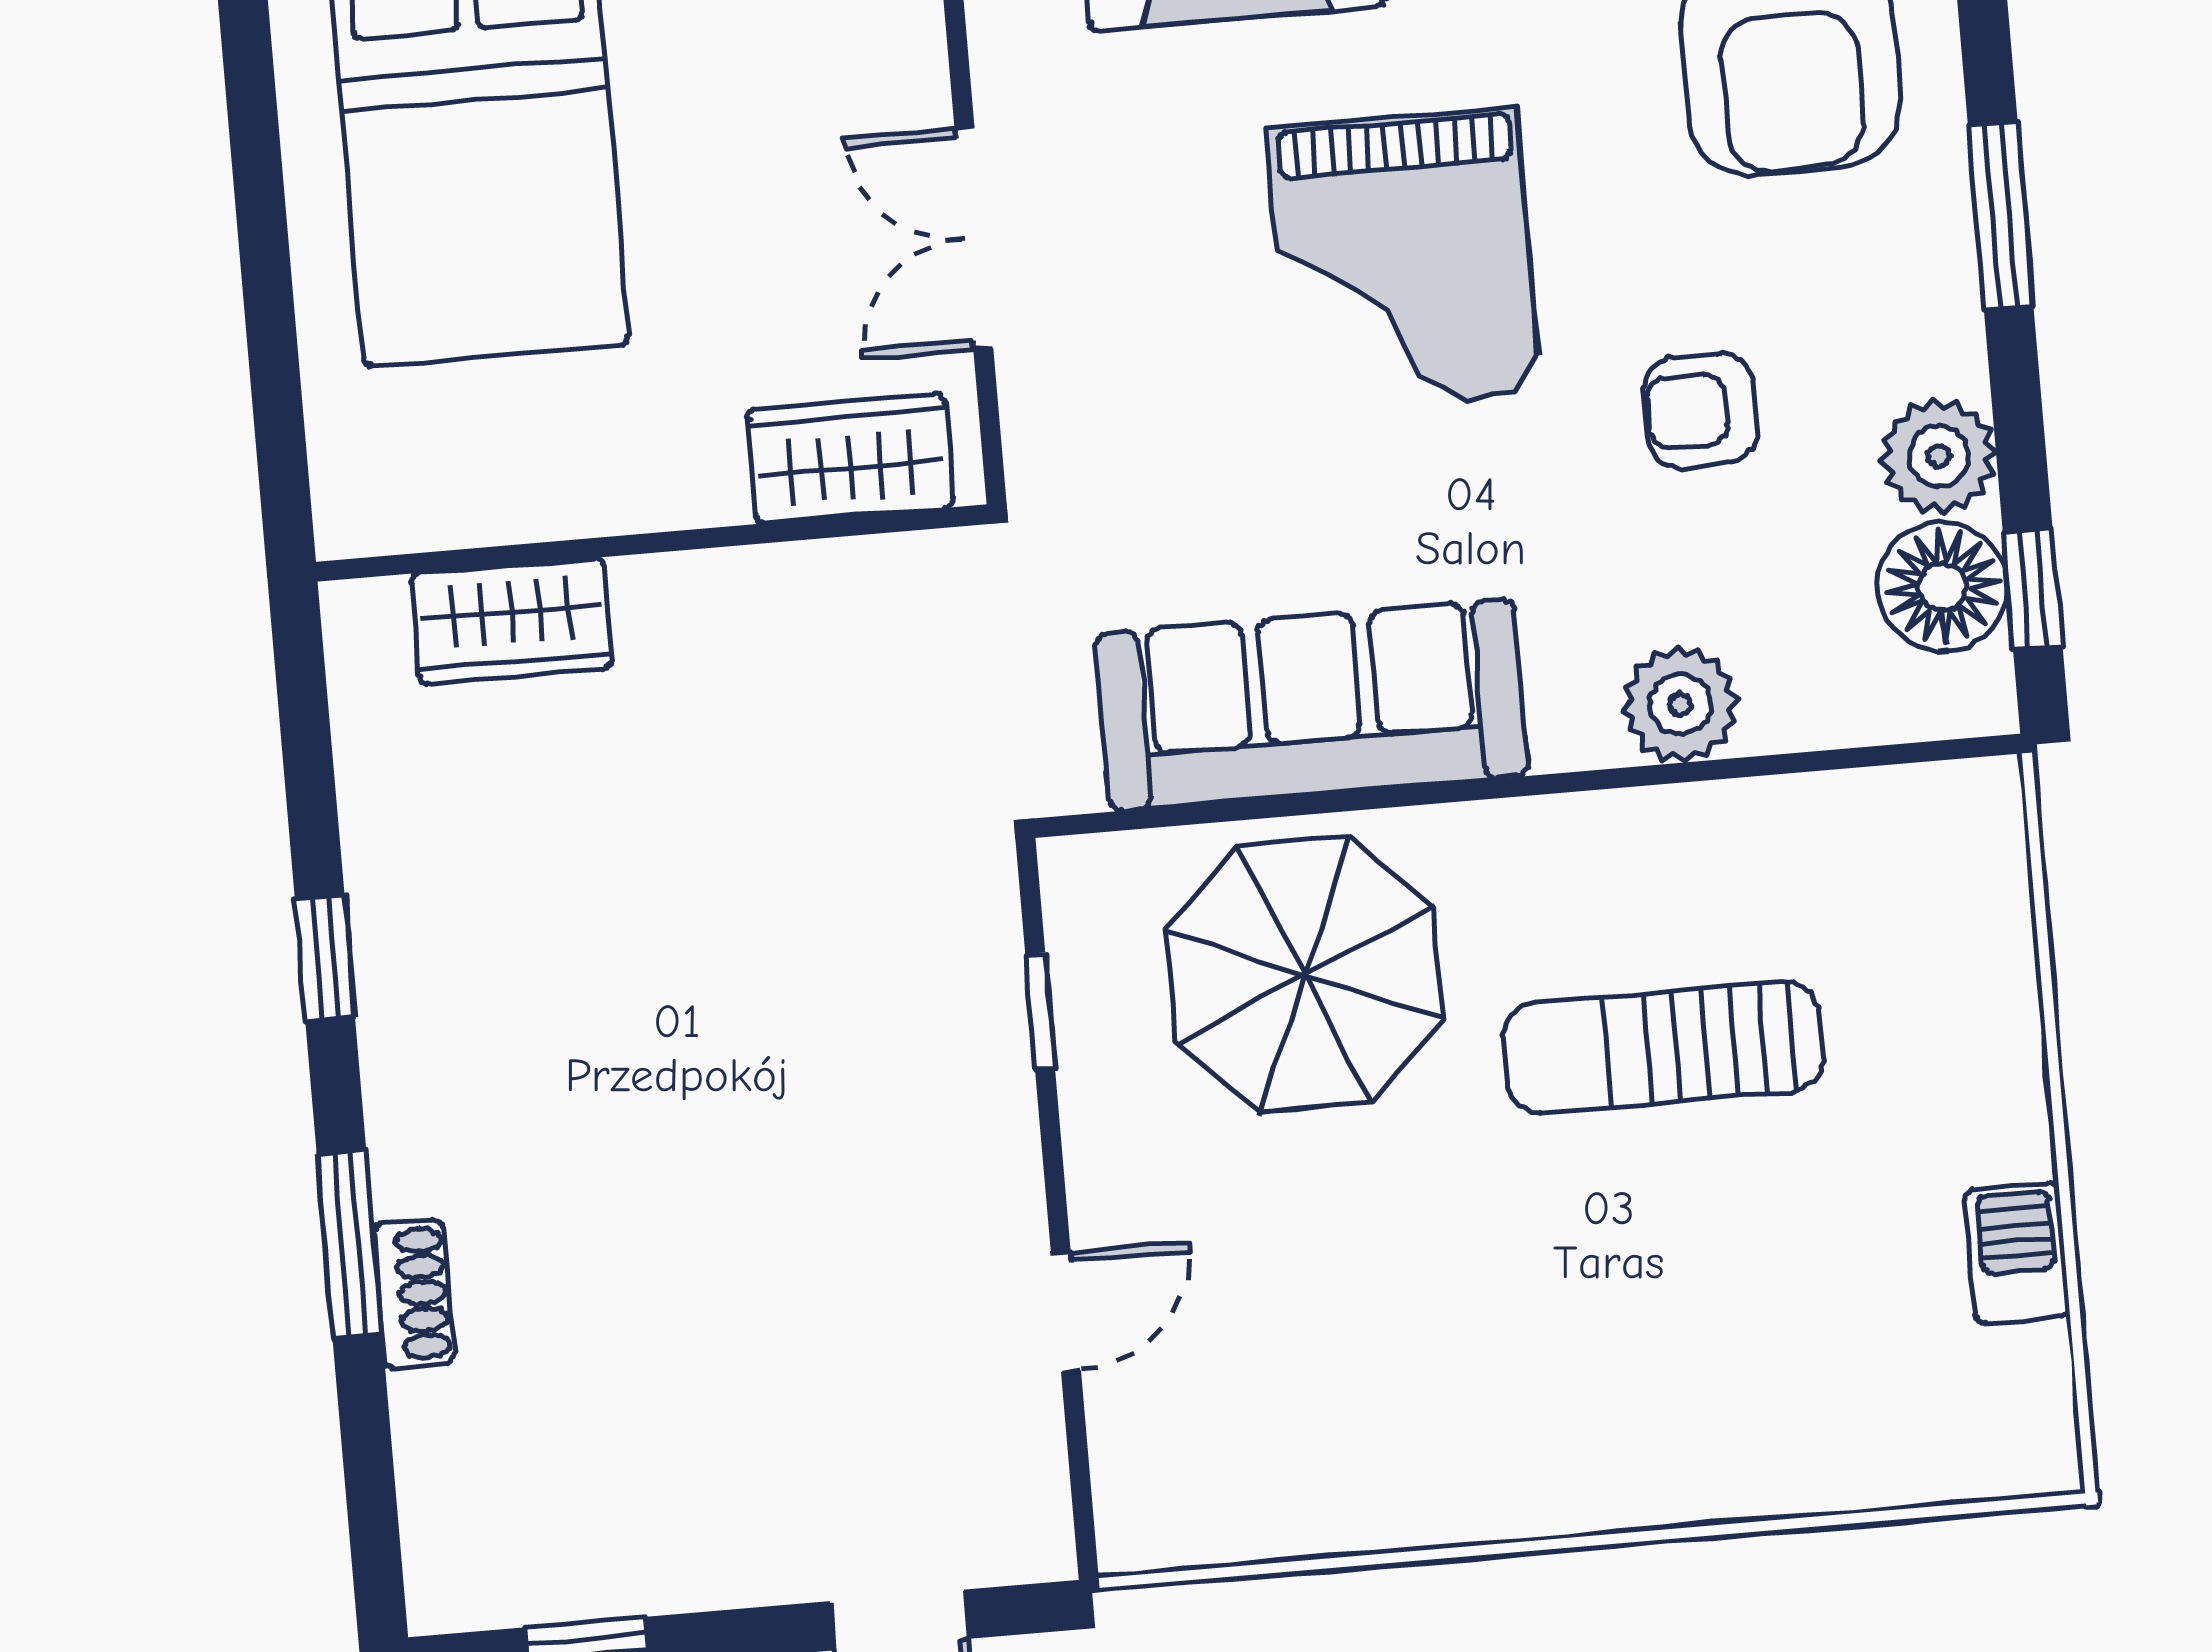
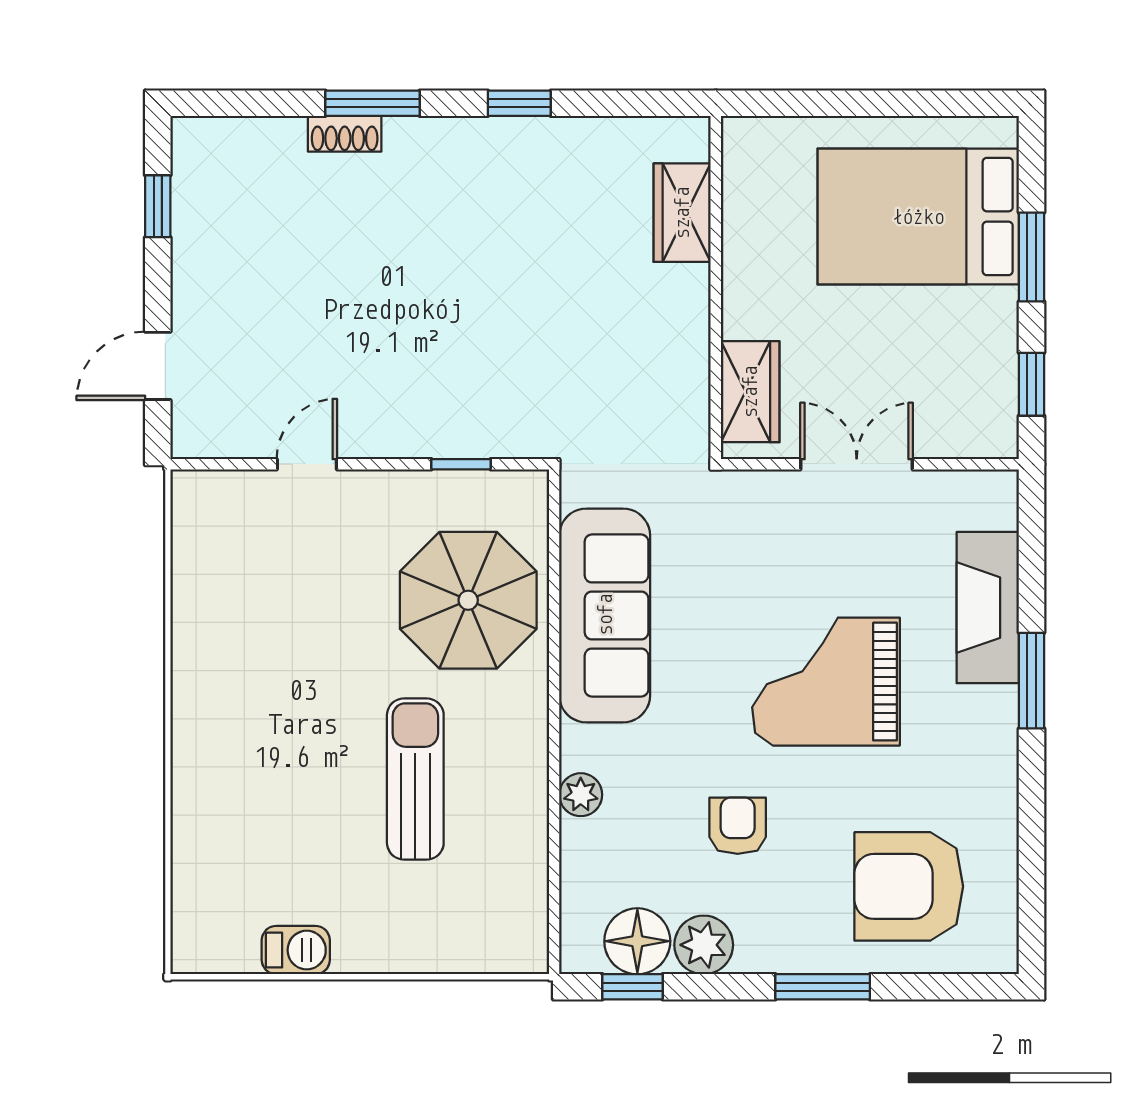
plant: (1680, 705) -> (581, 795), width x0.73, depth x0.73
door: (1066, 1312) -> (307, 464), swing flipped

